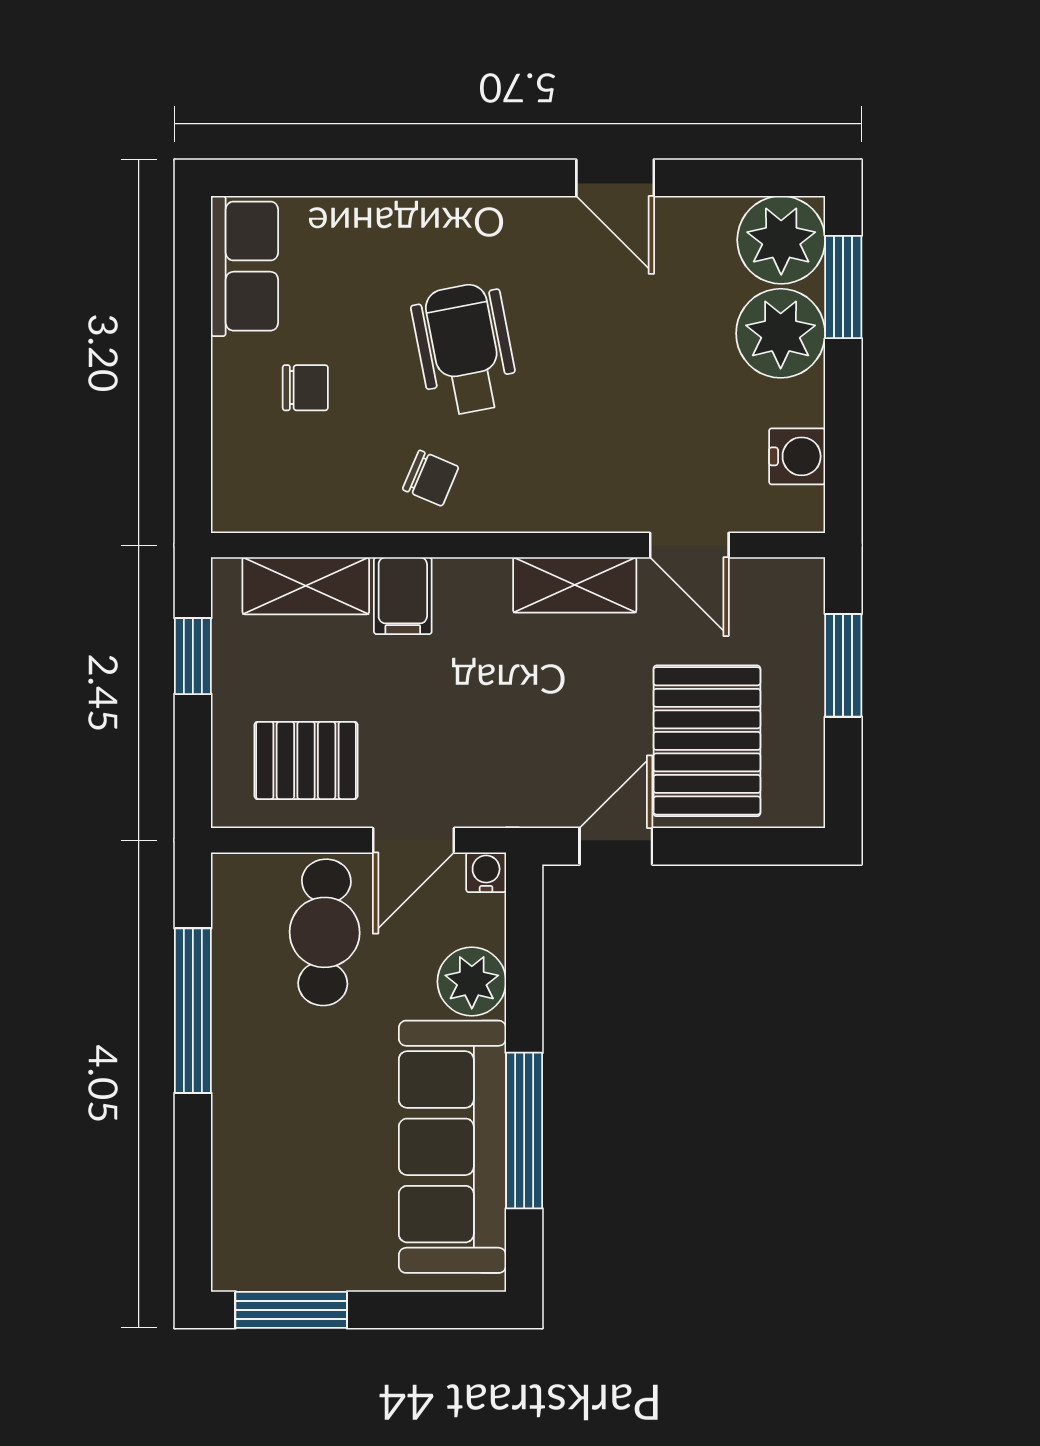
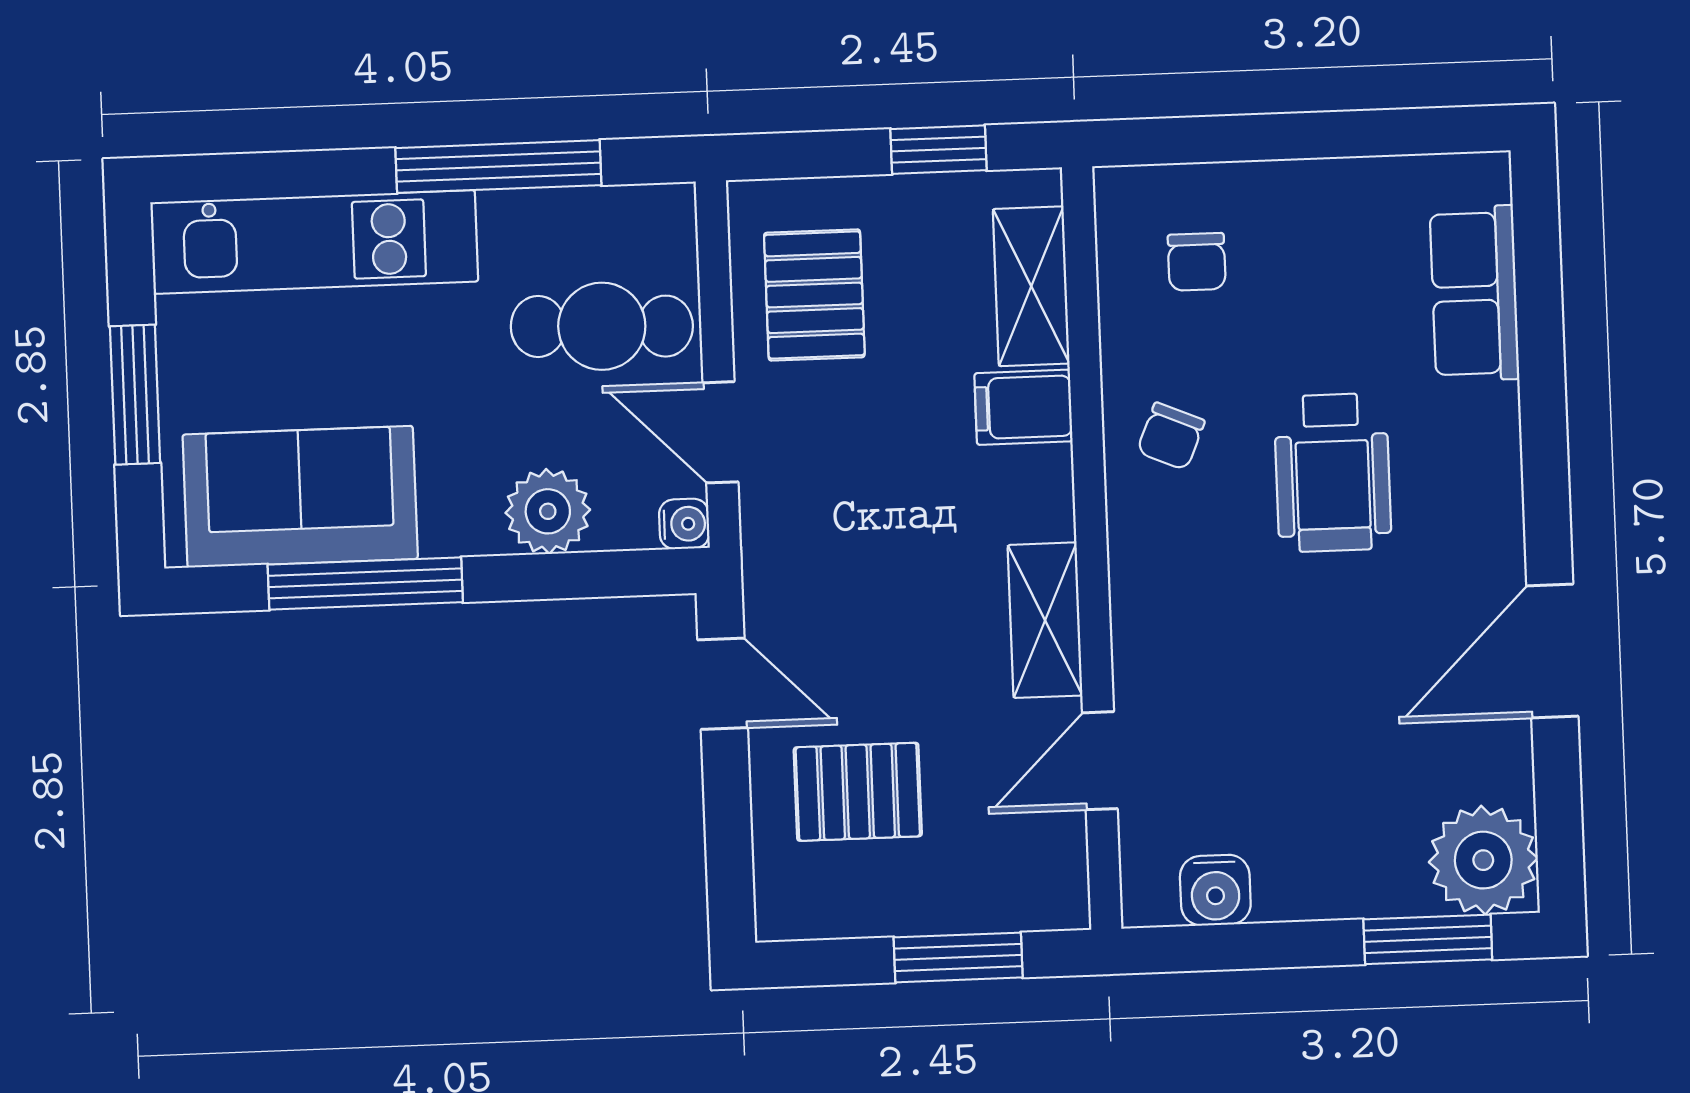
door: (615, 178) -> (1552, 651), width x1.38
row of seats: (245, 266) -> (1474, 293), moved, turned 90
plant: (781, 333) -> (1367, 864), removed
wheelchair: (465, 349) -> (1333, 473), turned 101
chair: (305, 388) -> (1197, 262), moved
pallet: (707, 741) -> (858, 792), width x0.67, depth x0.71
sofa: (452, 1147) -> (300, 497), width x0.73
kitchen unit: (248, 1161) -> (314, 242), added
window: (291, 1310) -> (135, 395), moved

